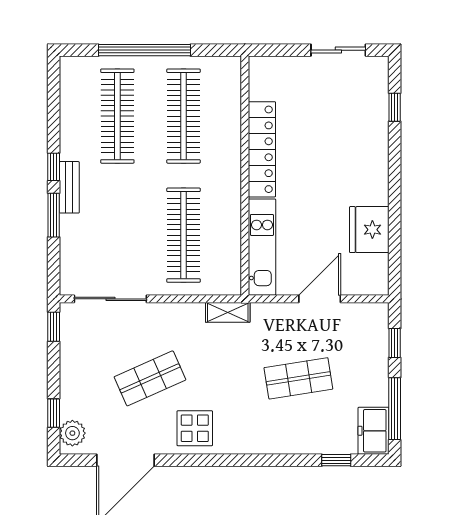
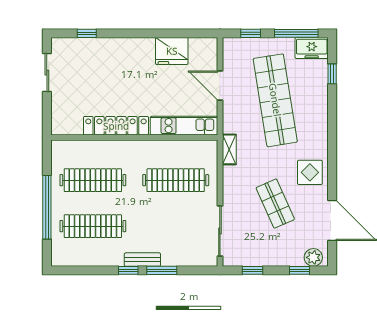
window: (54, 327) -> (253, 270), moved
shop shelf: (298, 378) -> (275, 100), width x2.00, depth x1.36

